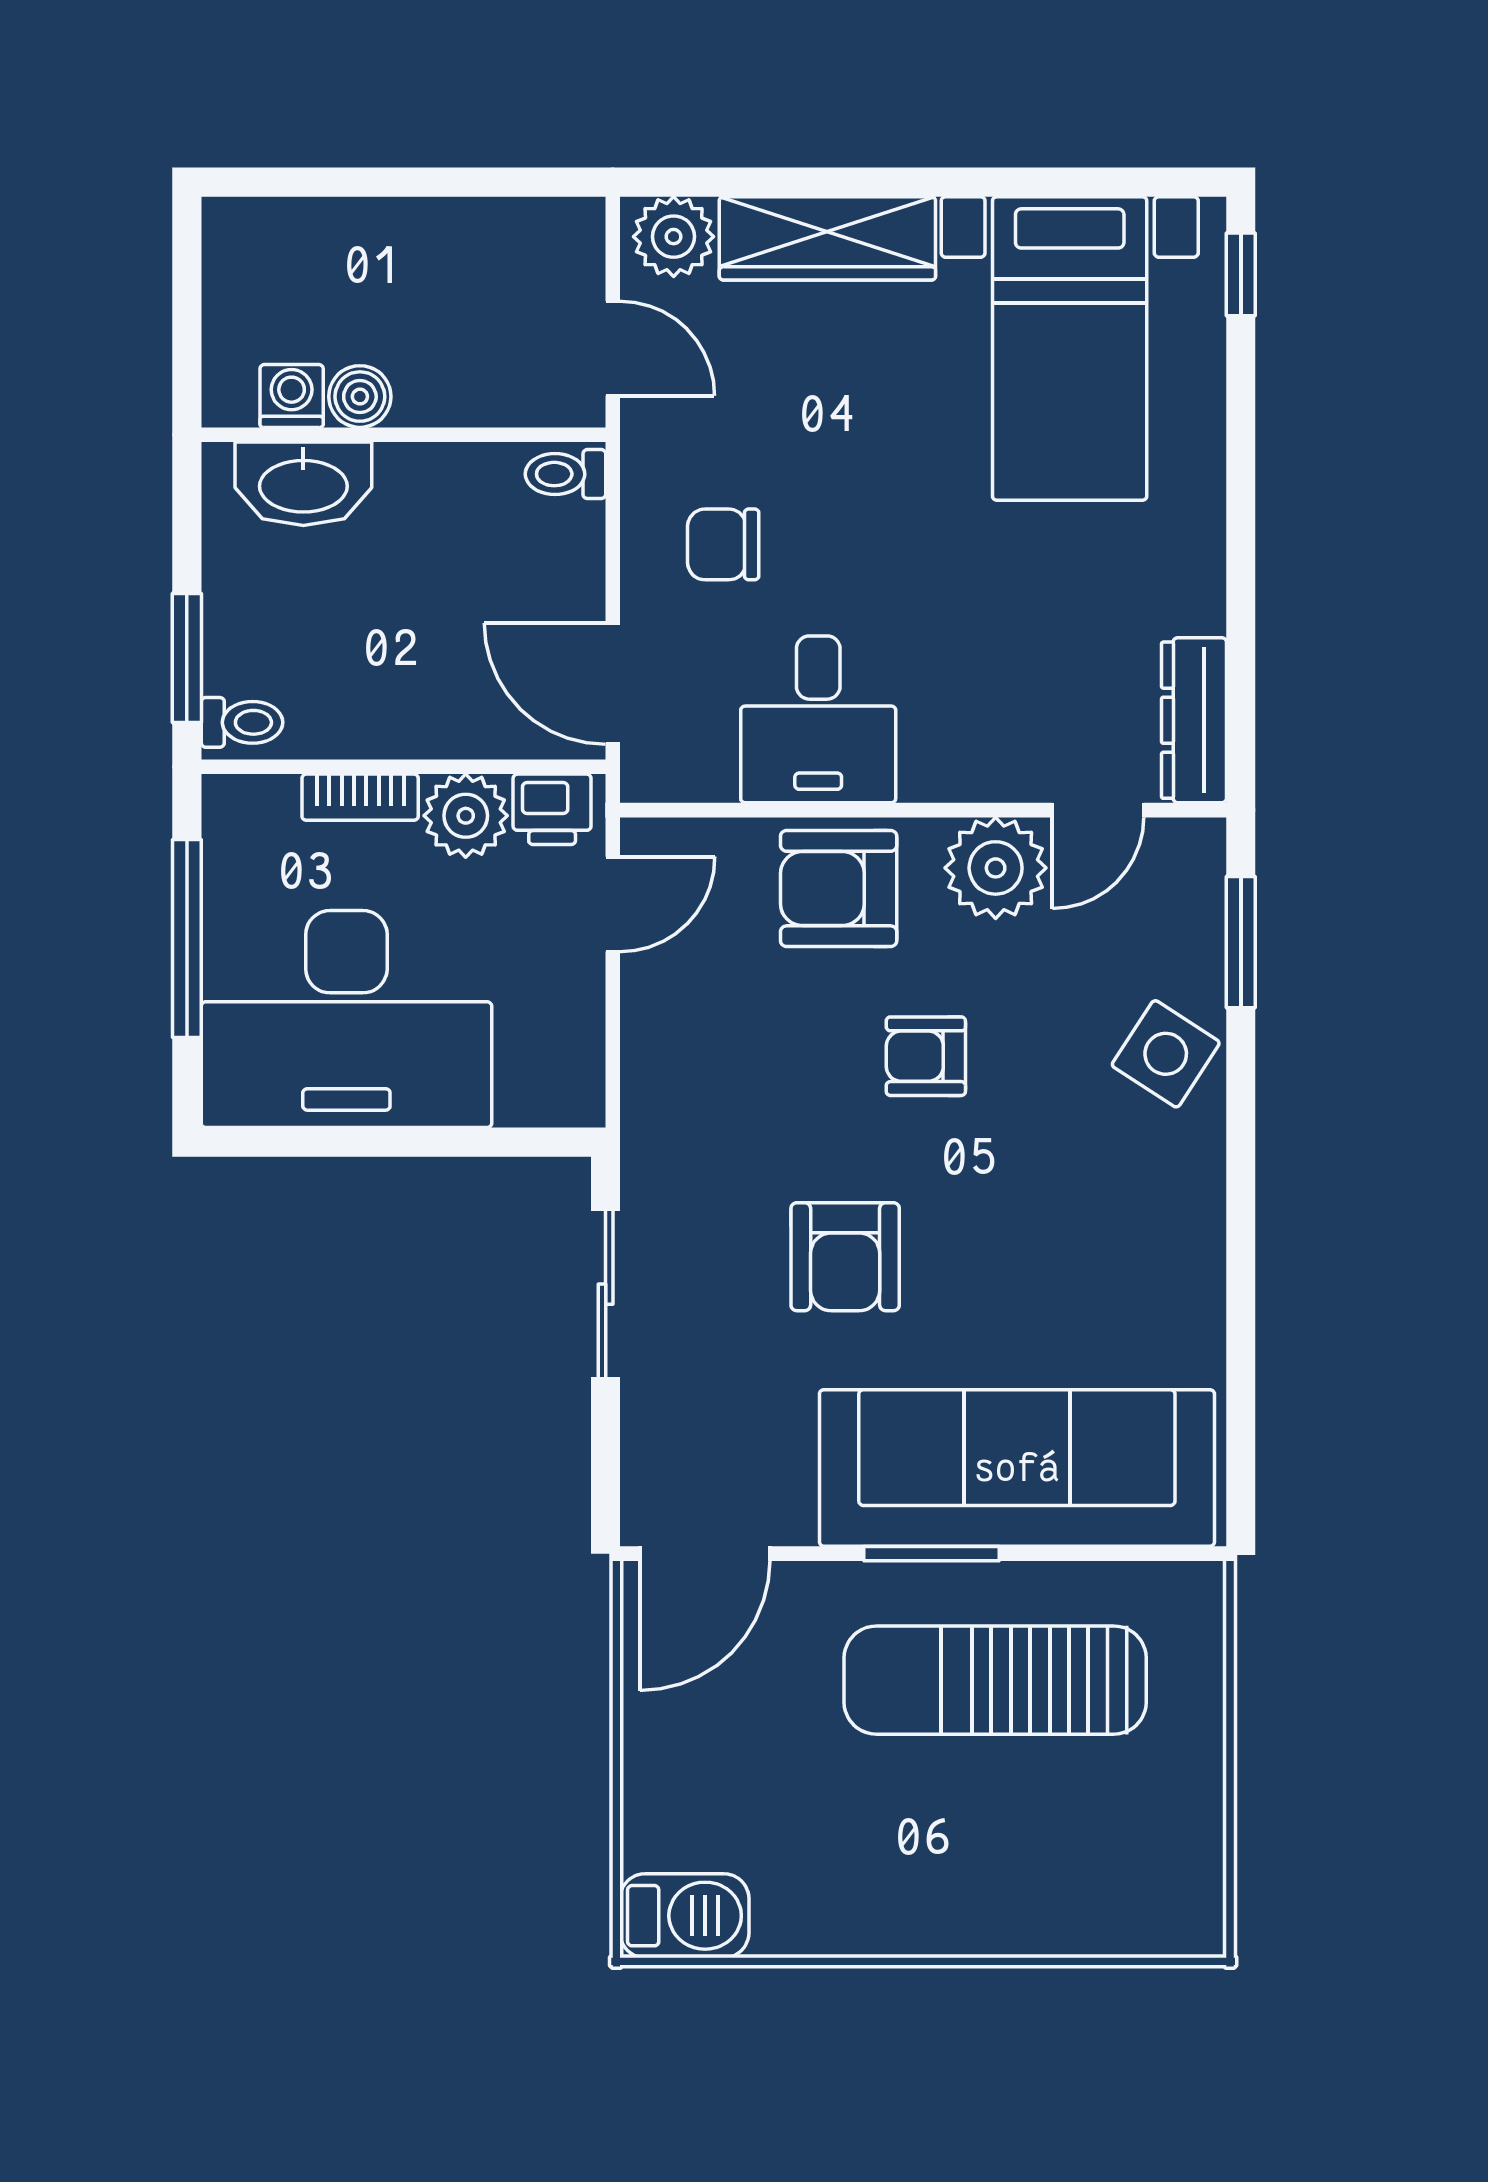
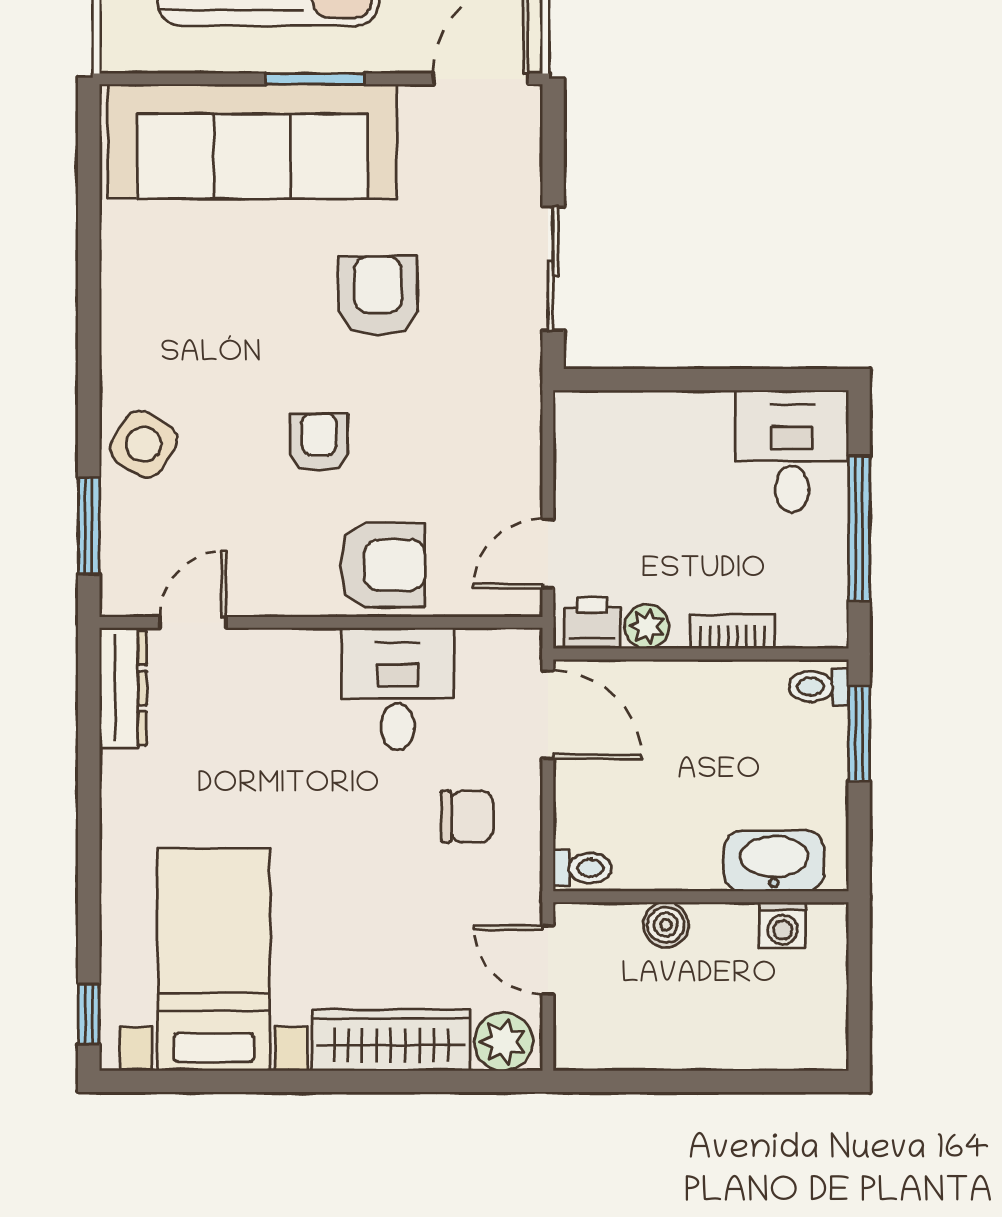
boiler: (360, 397) -> (666, 925), moved
plant: (466, 816) -> (647, 627), width x0.73, depth x0.73
plant: (996, 868) -> (268, 580), removed
desk: (346, 1019) -> (792, 451), width x0.53, depth x0.77
armchair: (926, 1056) -> (319, 442), turned -90

